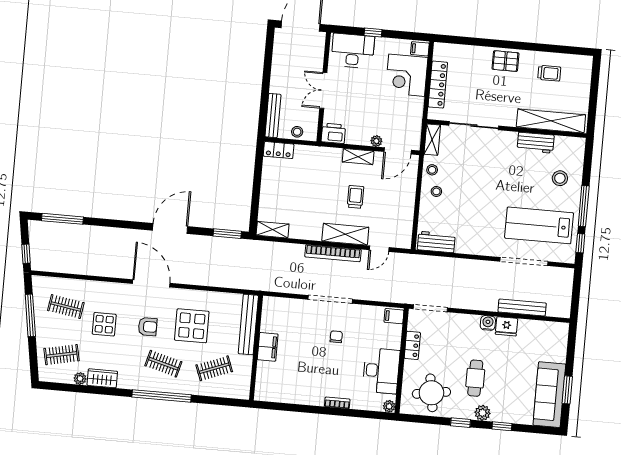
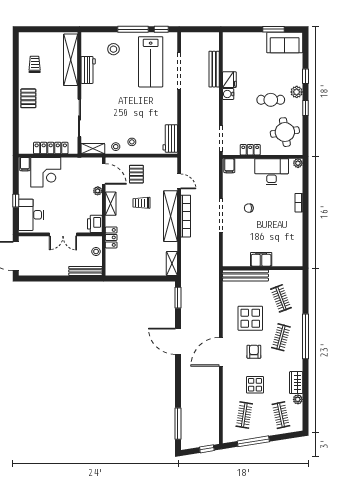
locker: (279, 150) -> (111, 237), moved
pallet: (394, 194) -> (136, 174), added
shelving: (345, 234) -> (170, 216), width x1.47
sofa: (549, 395) -> (285, 42), width x0.73

